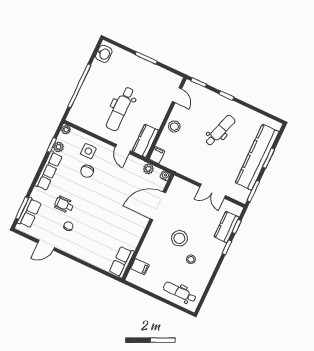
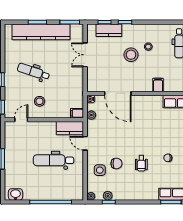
dental chair: (120, 109) -> (54, 160), turned 180
stool: (174, 126) -> (40, 101), moved
door: (123, 149) -> (85, 143), swing flipped
row of seats: (49, 171) -> (131, 195), removed
double door: (213, 191) -> (85, 55), swing flipped
wheelchair: (64, 205) -> (141, 163), moved
stool: (179, 238) -> (131, 55), moved
filing cabinet: (140, 267) -> (158, 85), moved

